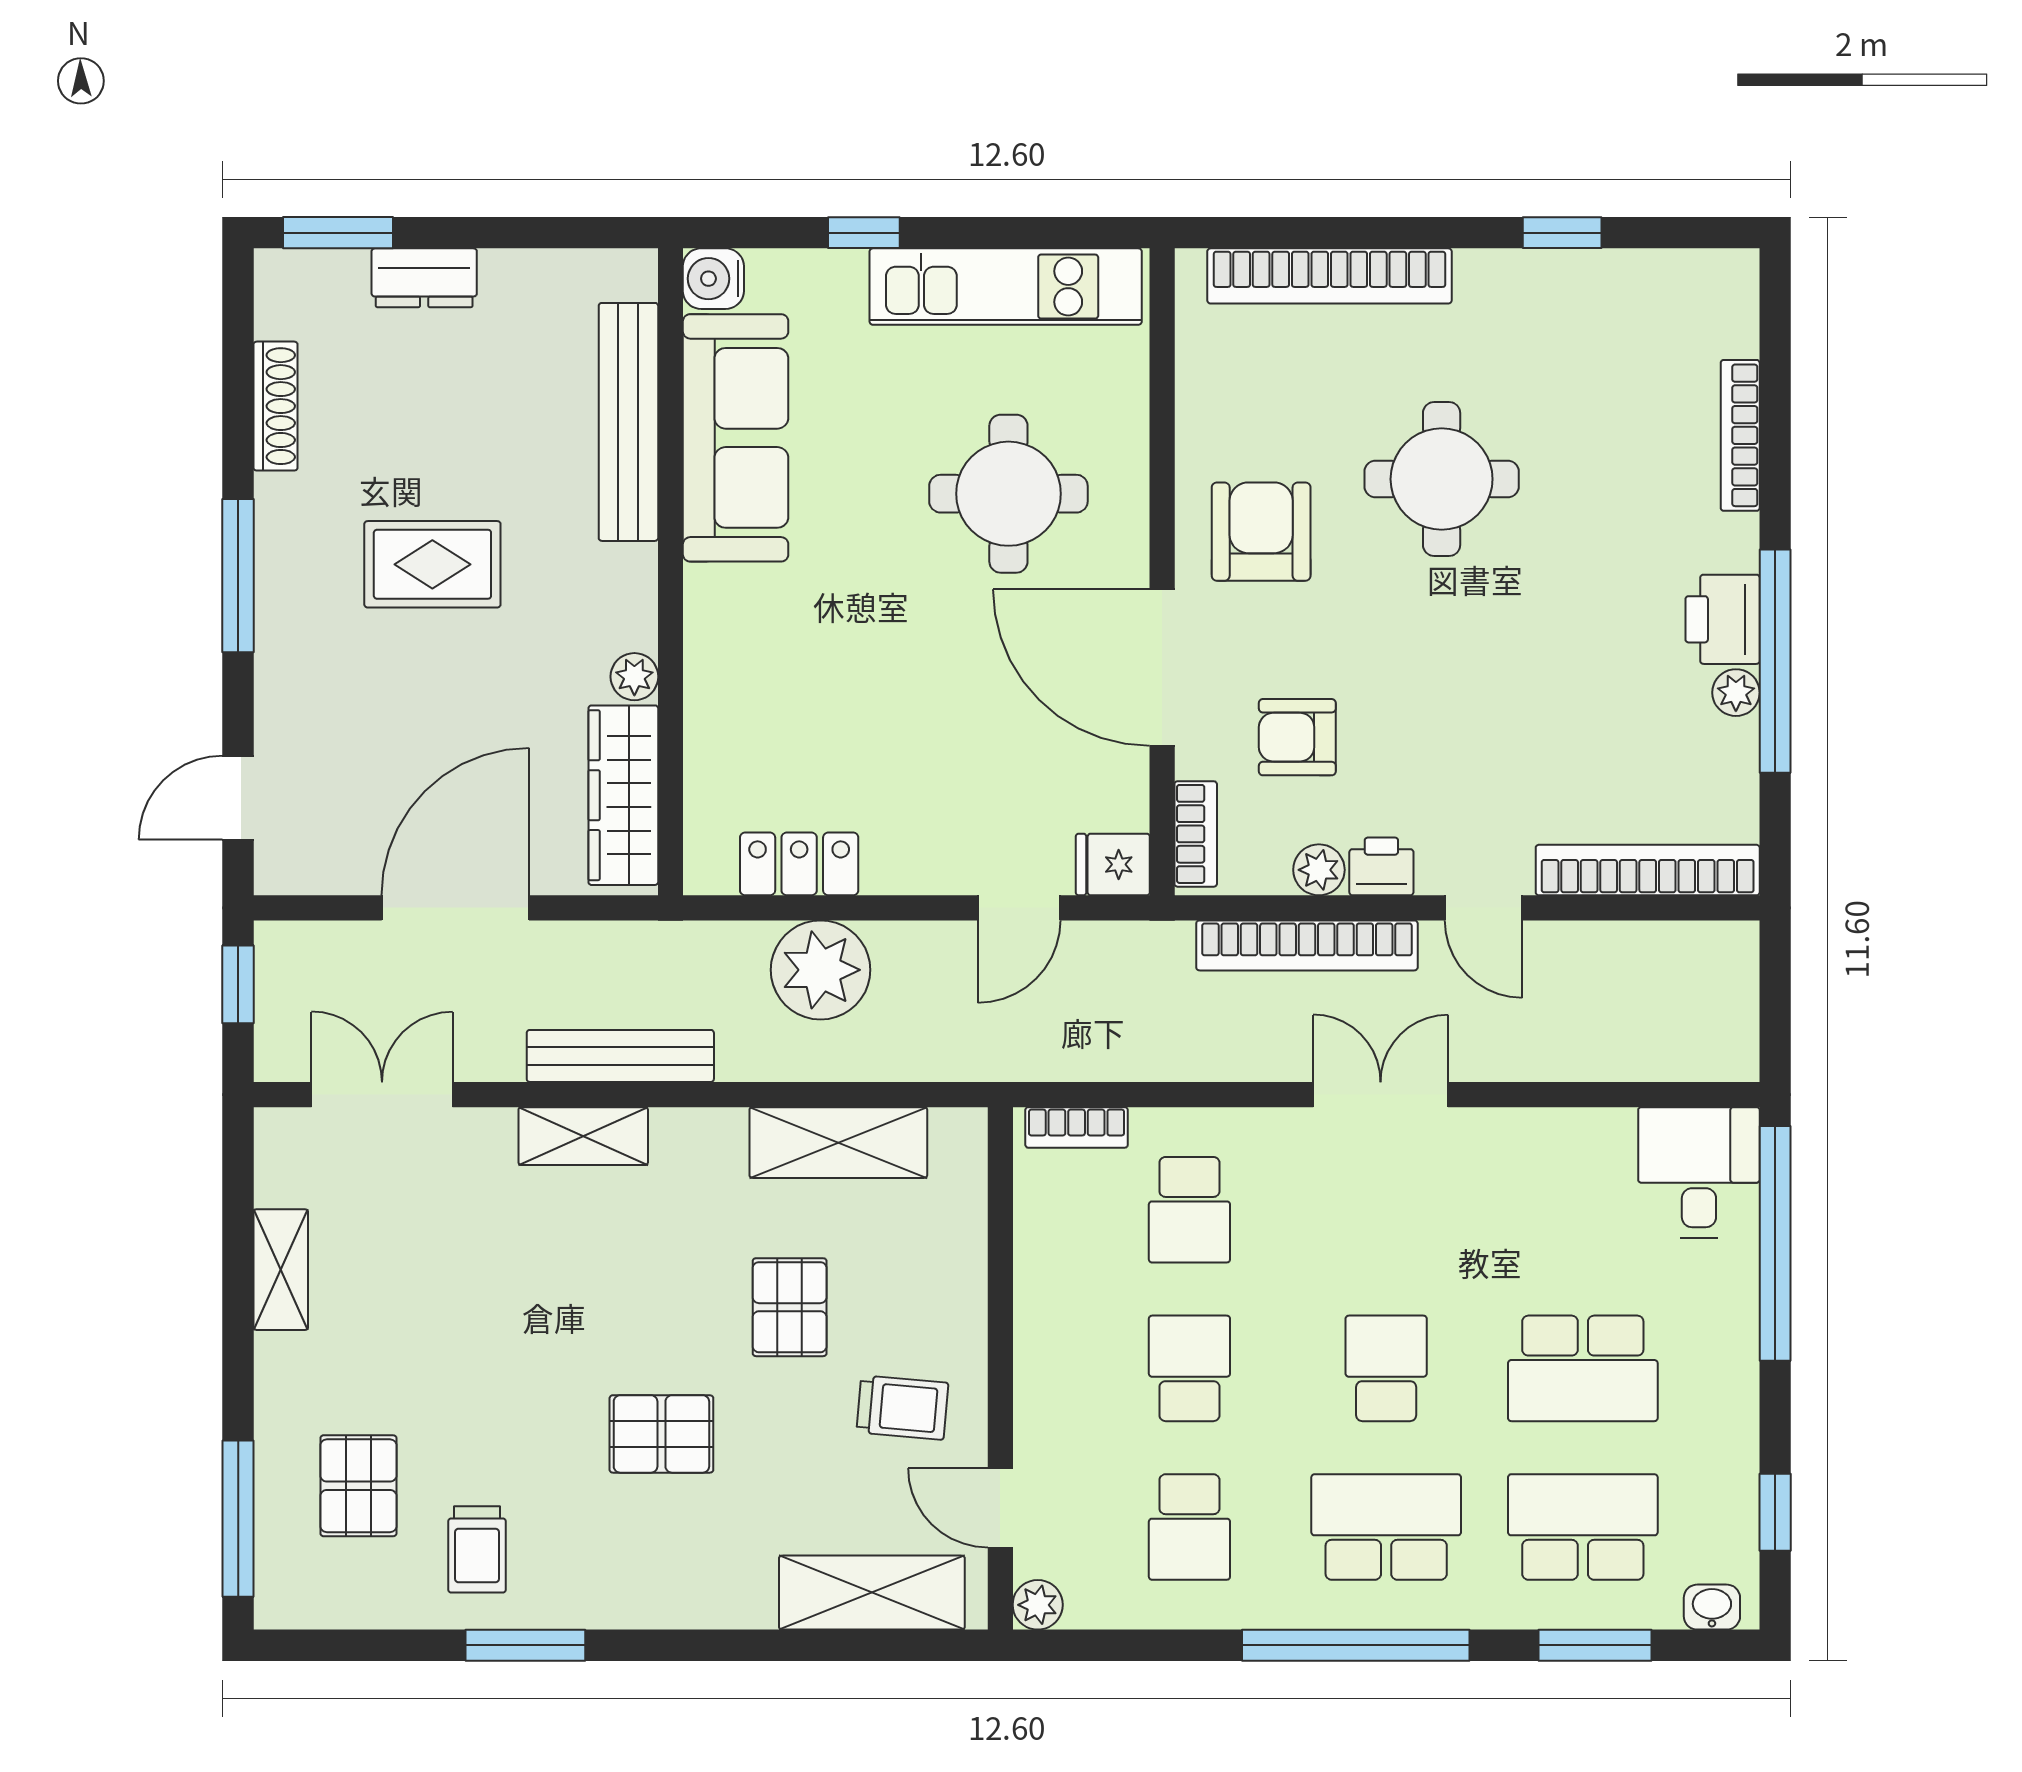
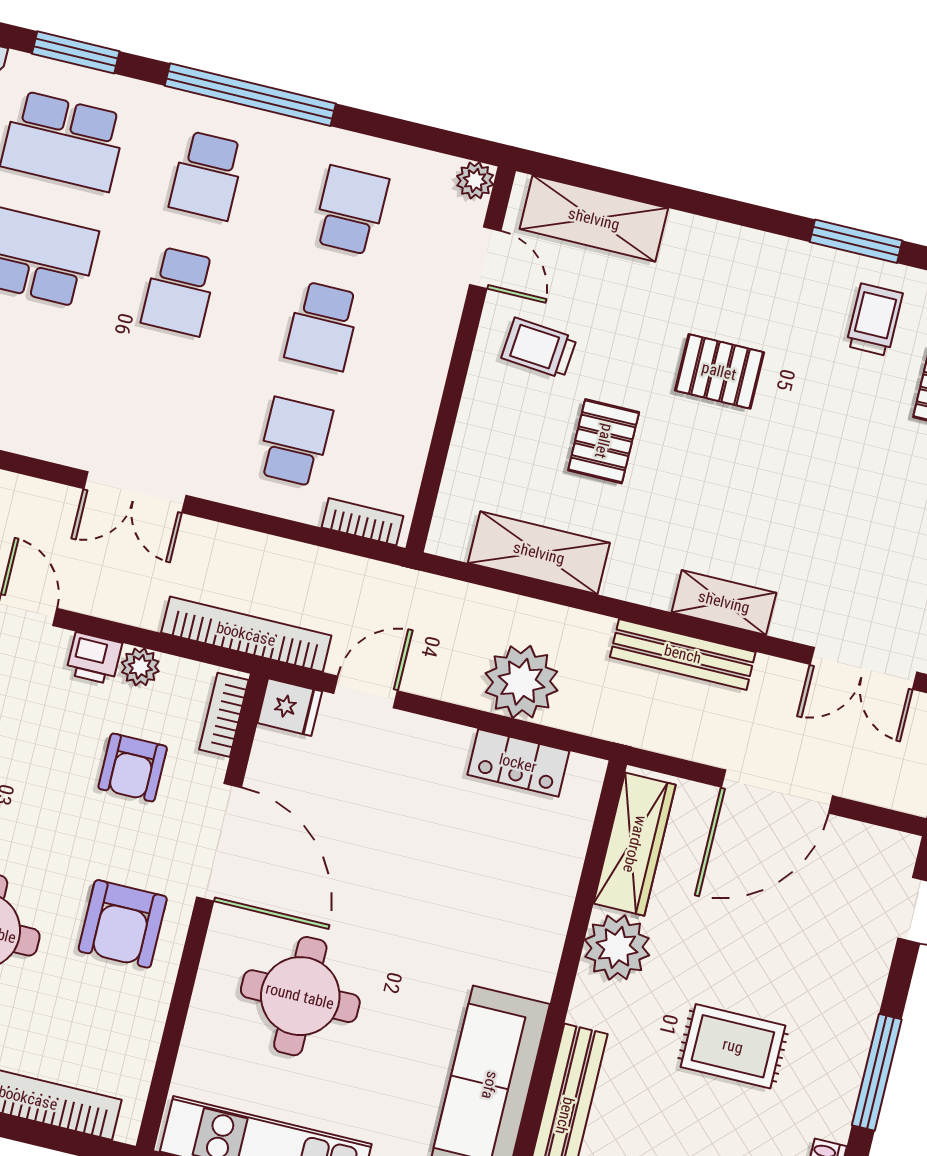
plant: (634, 677) -> (617, 947), width x1.88, depth x1.88
armchair: (1297, 737) -> (133, 768), turned 90
bookcase: (1307, 945) -> (246, 634), moved
school desk: (1386, 1527) -> (207, 176), width x0.54

